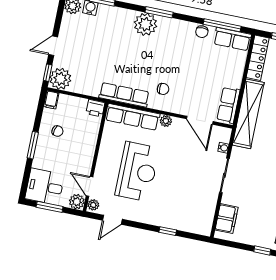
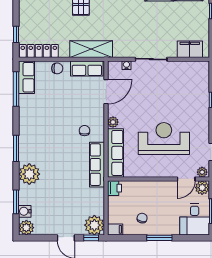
plant: (145, 24) -> (29, 174), moved
chair: (202, 32) -> (57, 68), moved
shelving: (248, 114) -> (91, 49), width x0.68

